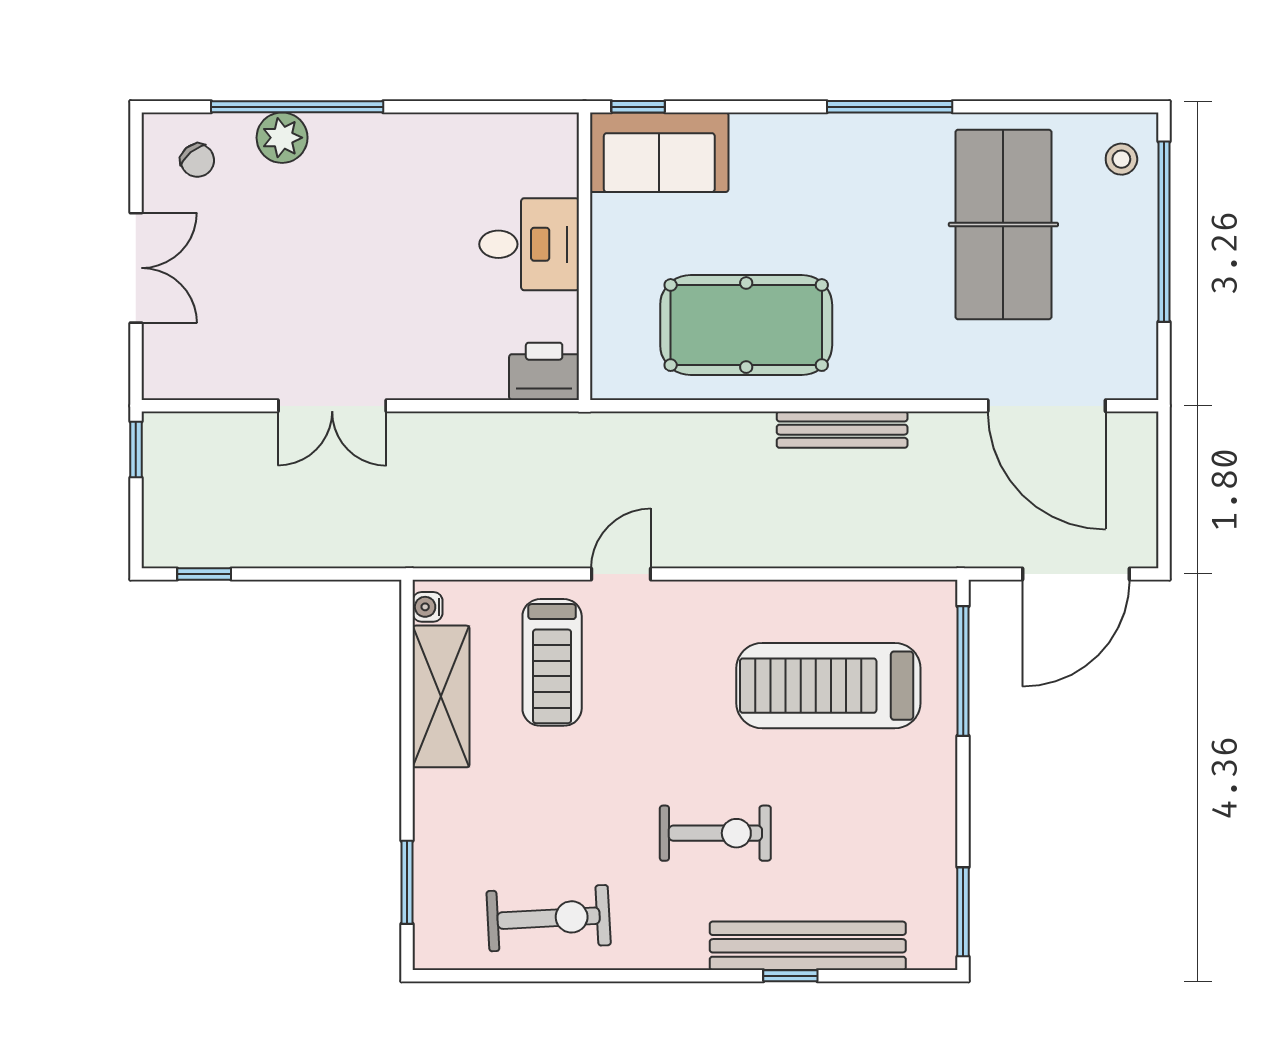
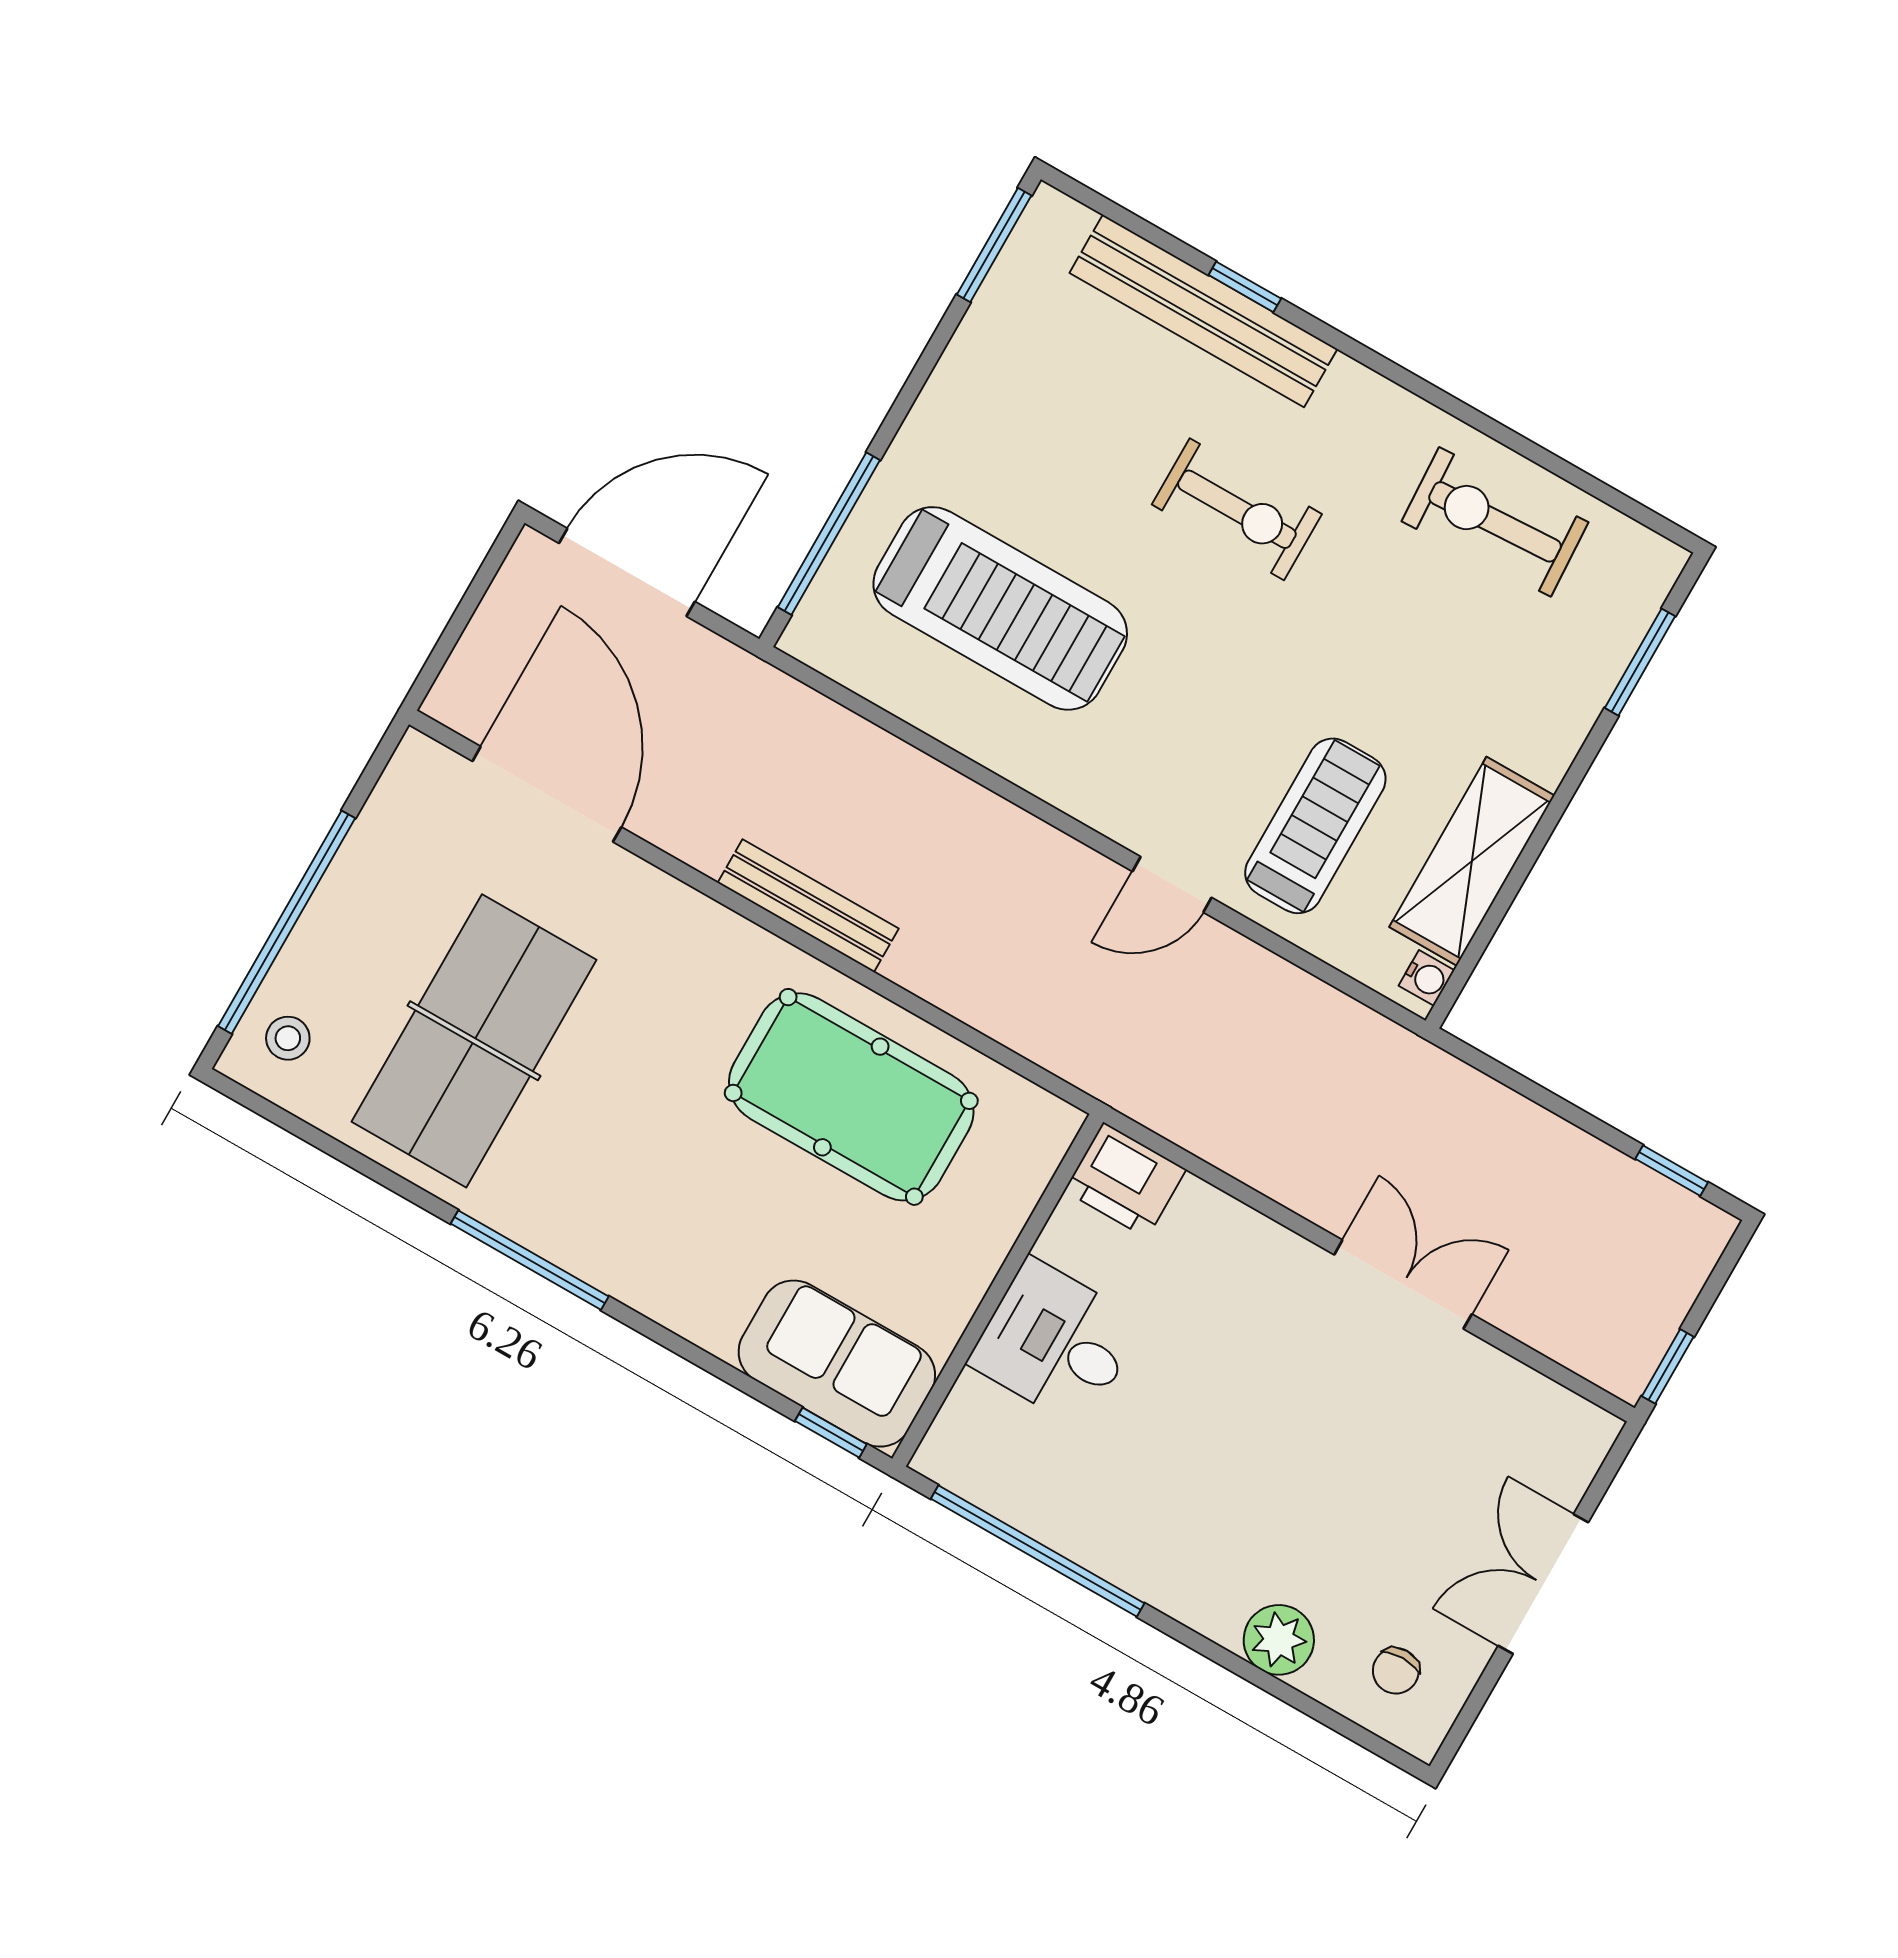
window: (297, 107) -> (1038, 1551), moved
chair: (197, 160) -> (1396, 1671), turned -140
exercise bike: (715, 833) -> (1237, 509), turned 180

